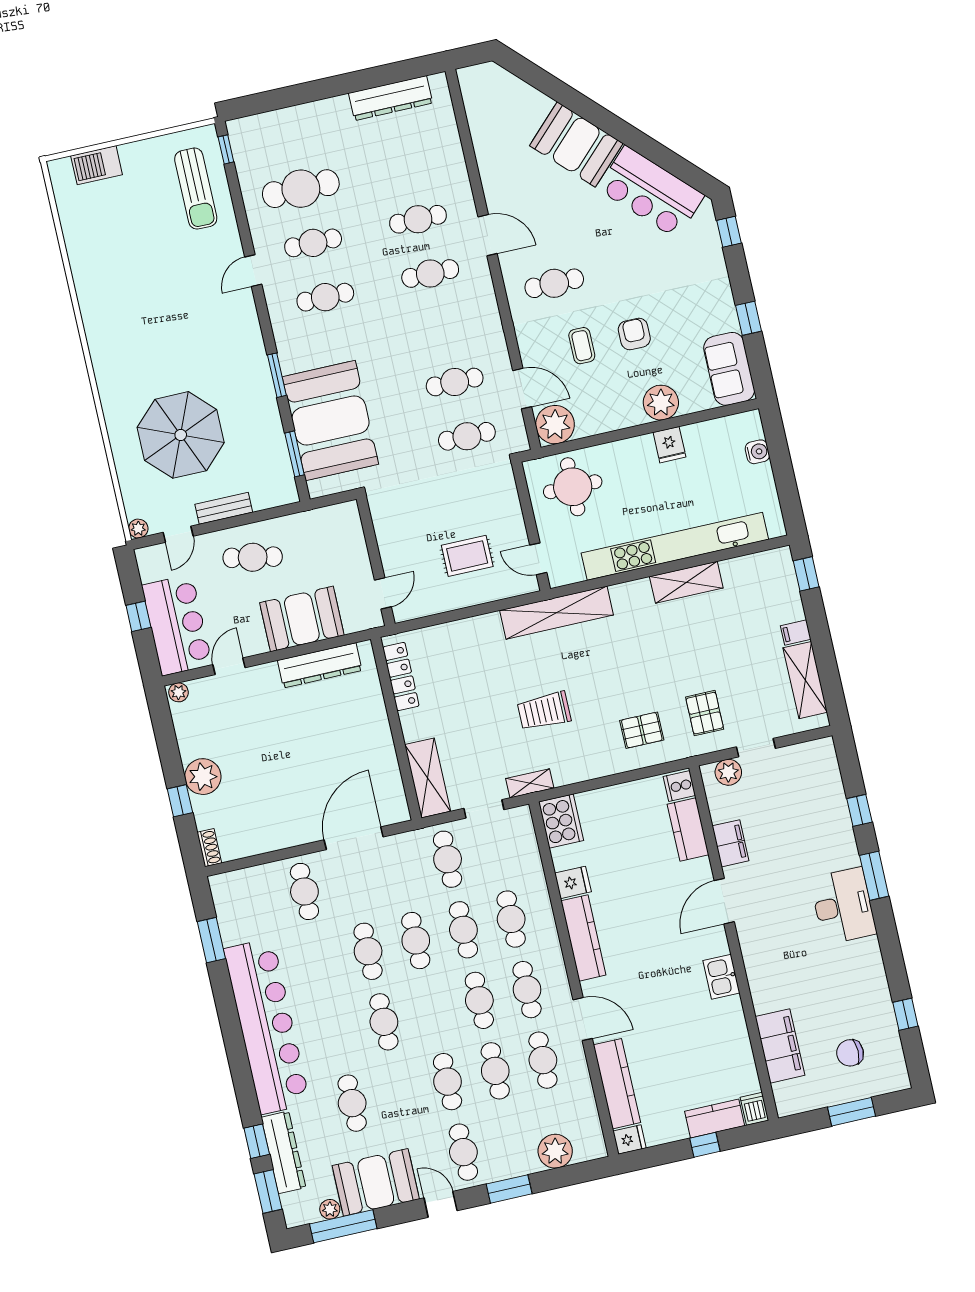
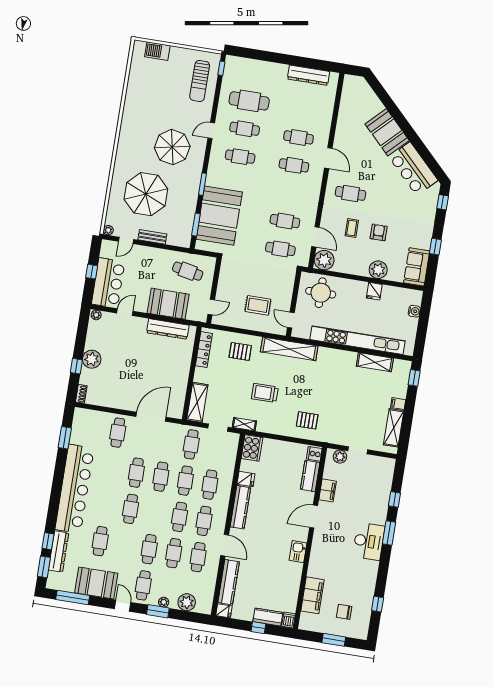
parasol: (194, 330) -> (172, 147), added
cafe table: (253, 557) -> (188, 271), moved
shelving: (686, 582) -> (375, 362), moved
pallet: (705, 713) -> (240, 351), moved, turned 90
plant: (330, 1209) -> (164, 602), moved

